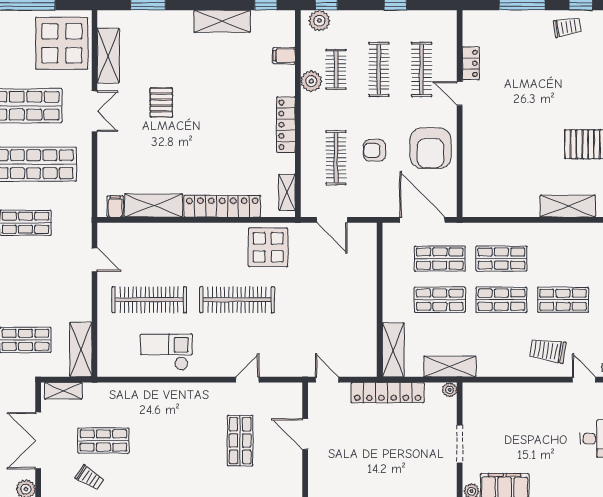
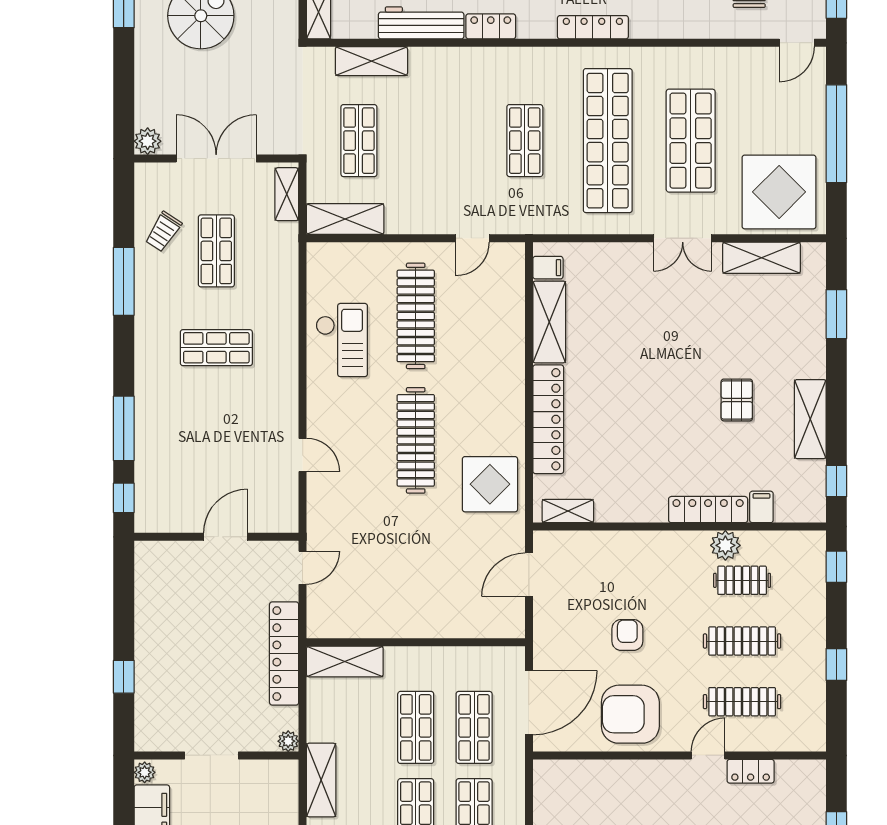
plant: (319, 21) -> (811, 557), removed
pallet: (161, 102) -> (737, 400), moved, turned 90
locker: (286, 125) -> (708, 510), moved
clothes rail: (336, 158) -> (617, 580), removed
shelving: (450, 367) -> (321, 780), moved
shop shelf: (240, 441) -> (216, 348), moved

